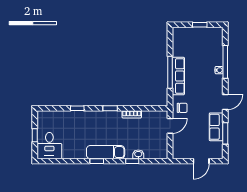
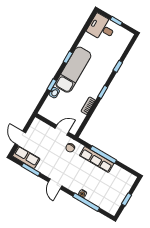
door: (170, 126) -> (62, 130), swing flipped
row of seats: (216, 127) -> (26, 157), moved
exam couch: (106, 152) -> (73, 70), width x1.36, depth x1.45

